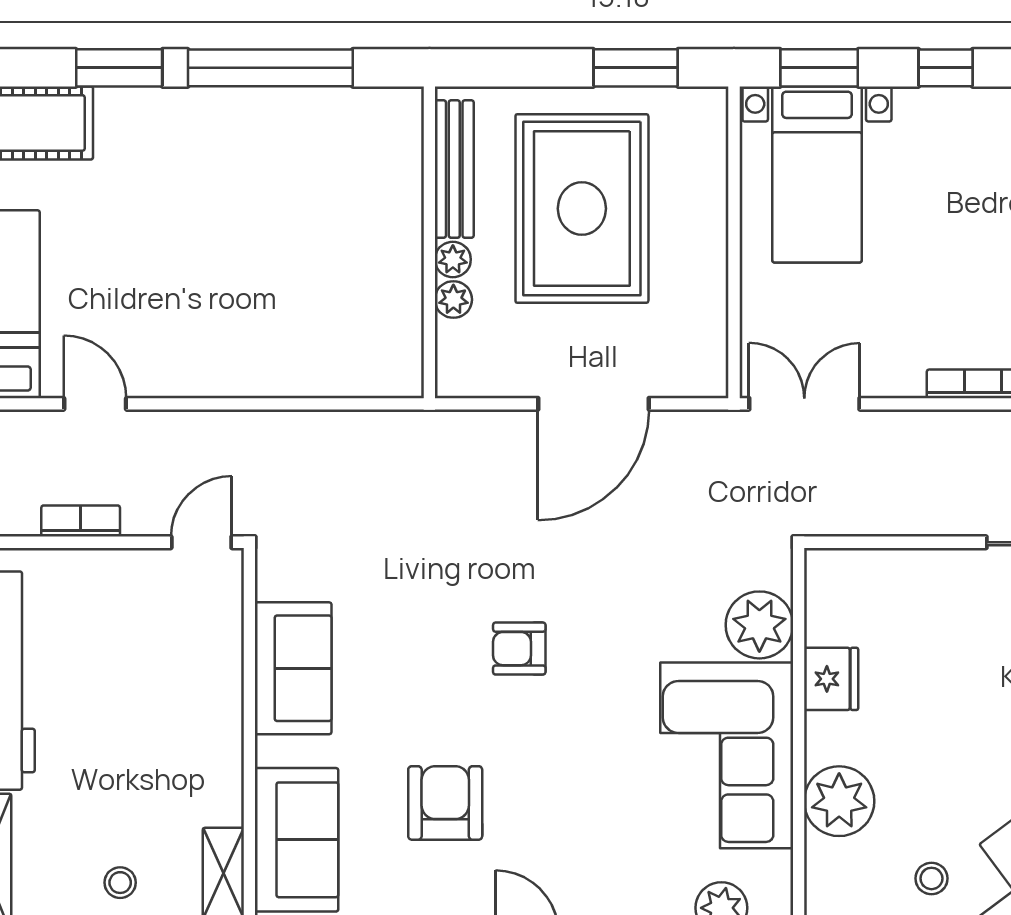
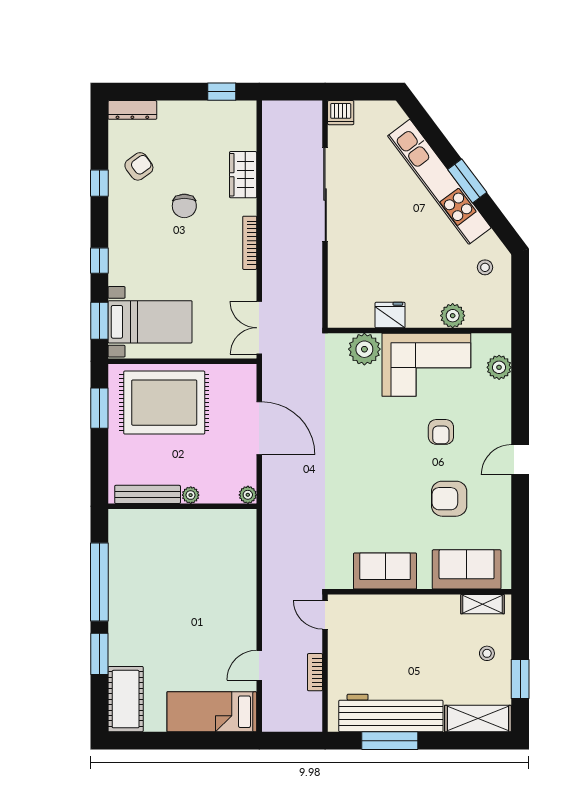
rug: (582, 209) -> (164, 403), moved
plant: (453, 300) -> (248, 495), moved
armchair: (519, 649) -> (441, 432), moved
plant: (839, 801) -> (453, 316), width x0.73, depth x0.73

